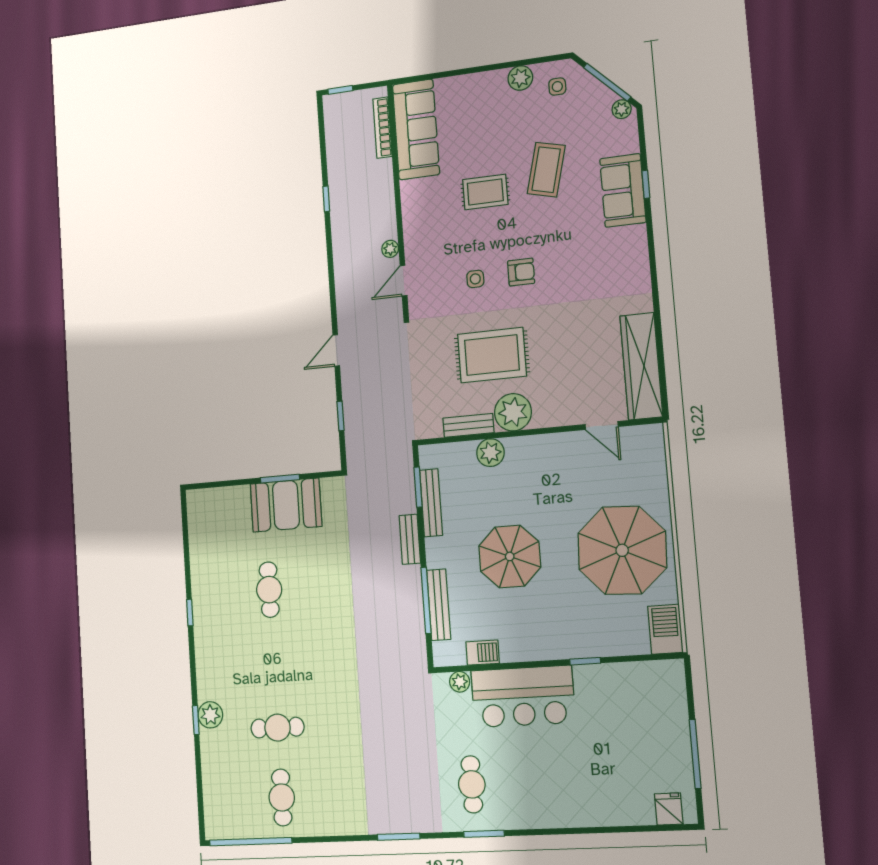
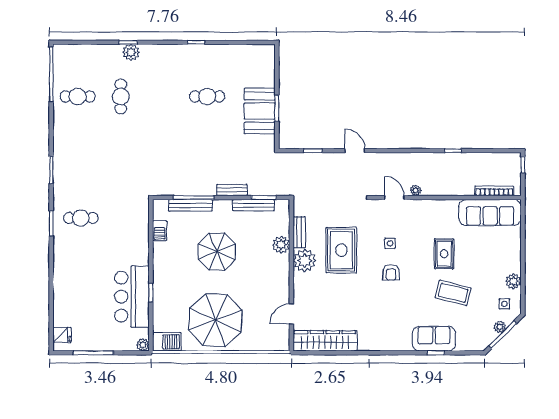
plant: (622, 109) -> (500, 327), moved
plant: (460, 682) -> (143, 345), moved
bar counter: (523, 696) -> (132, 297), moved

